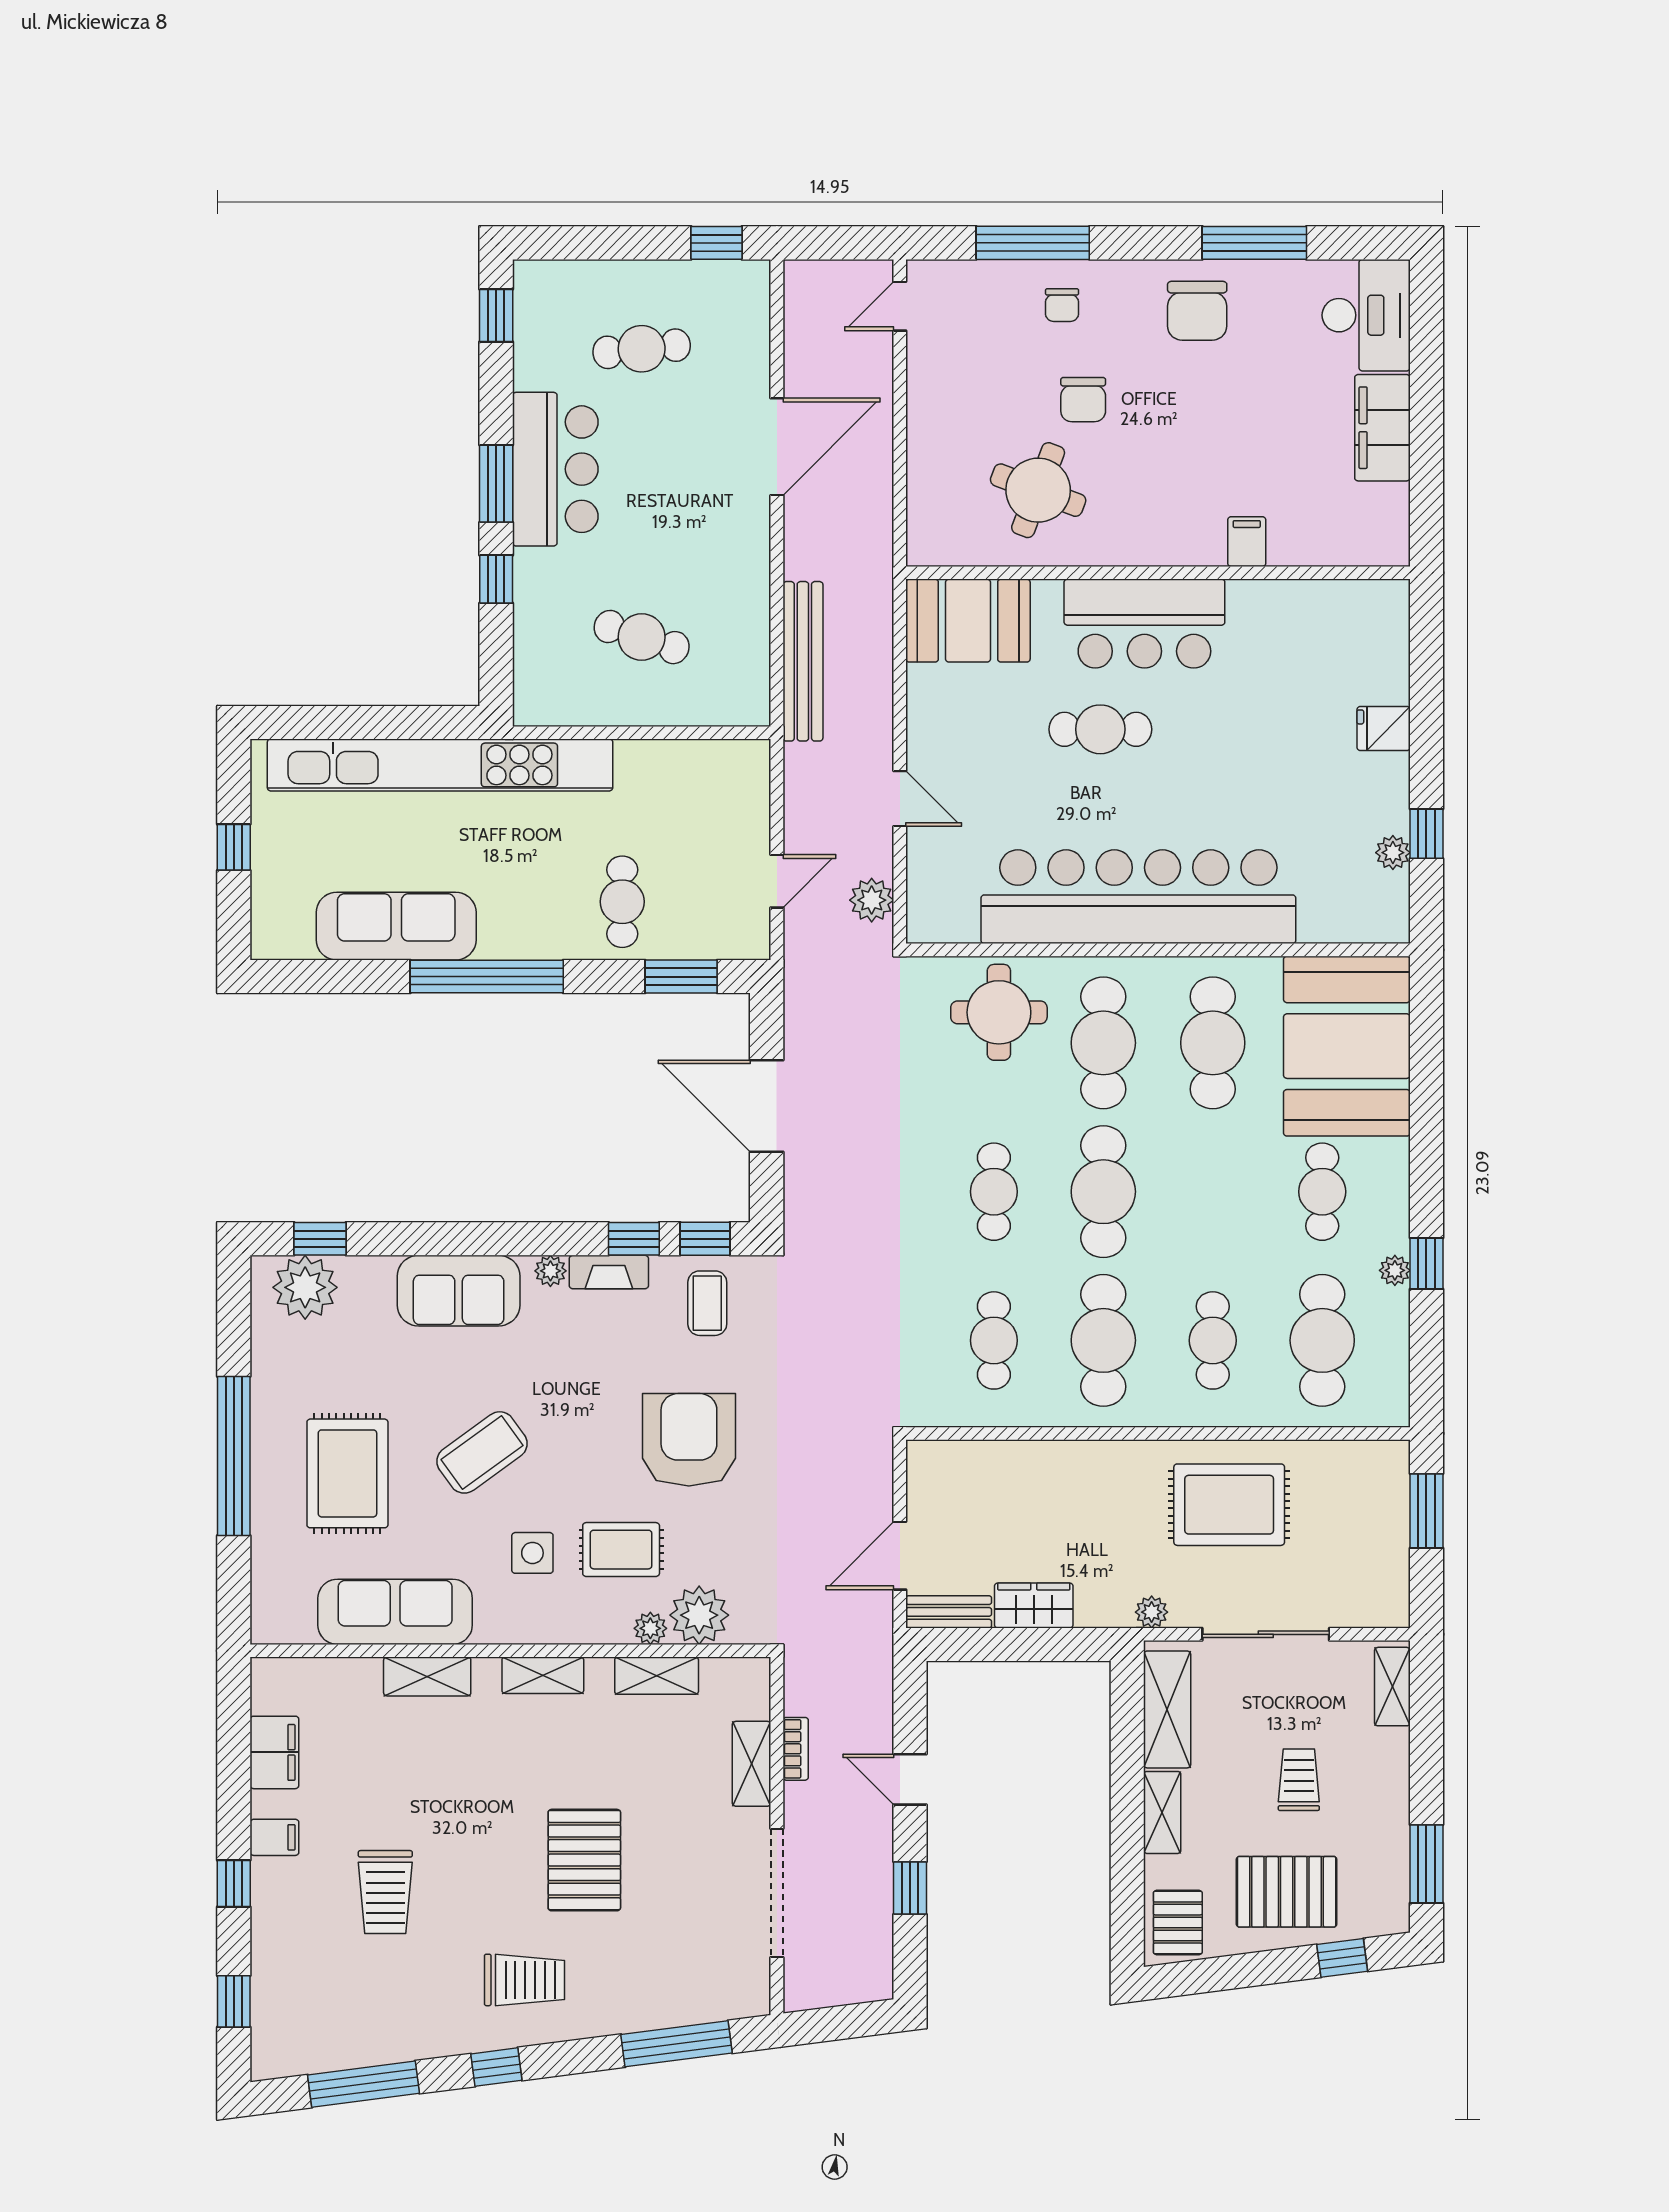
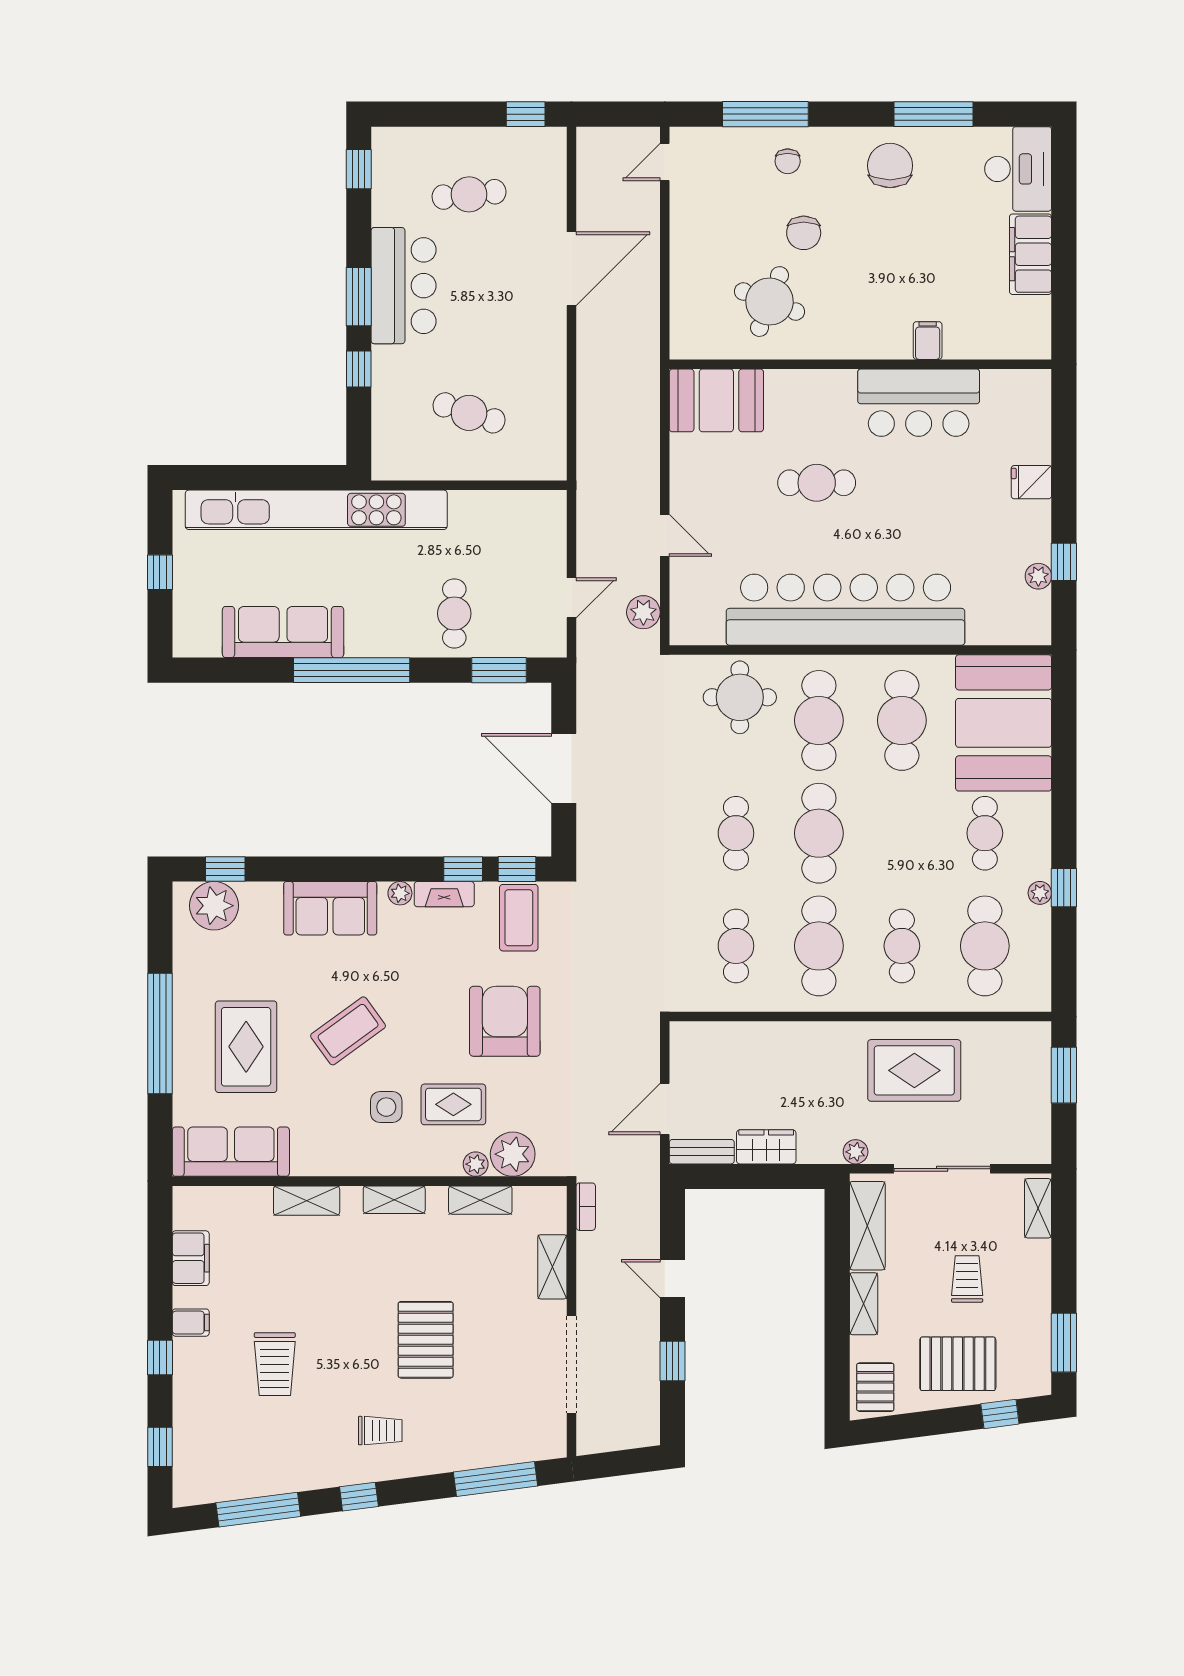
chair: (1197, 311) -> (890, 166), turned 180
bar counter: (1144, 624) -> (919, 403), moved
bench: (803, 661) -> (591, 431), removed
coffee table: (707, 1303) -> (519, 918), width x1.36, depth x1.30
sofa: (395, 1612) -> (231, 1152), moved
bookcase: (796, 1749) -> (586, 1207), moved
trolley: (524, 1980) -> (380, 1431), width x0.73, depth x0.72

